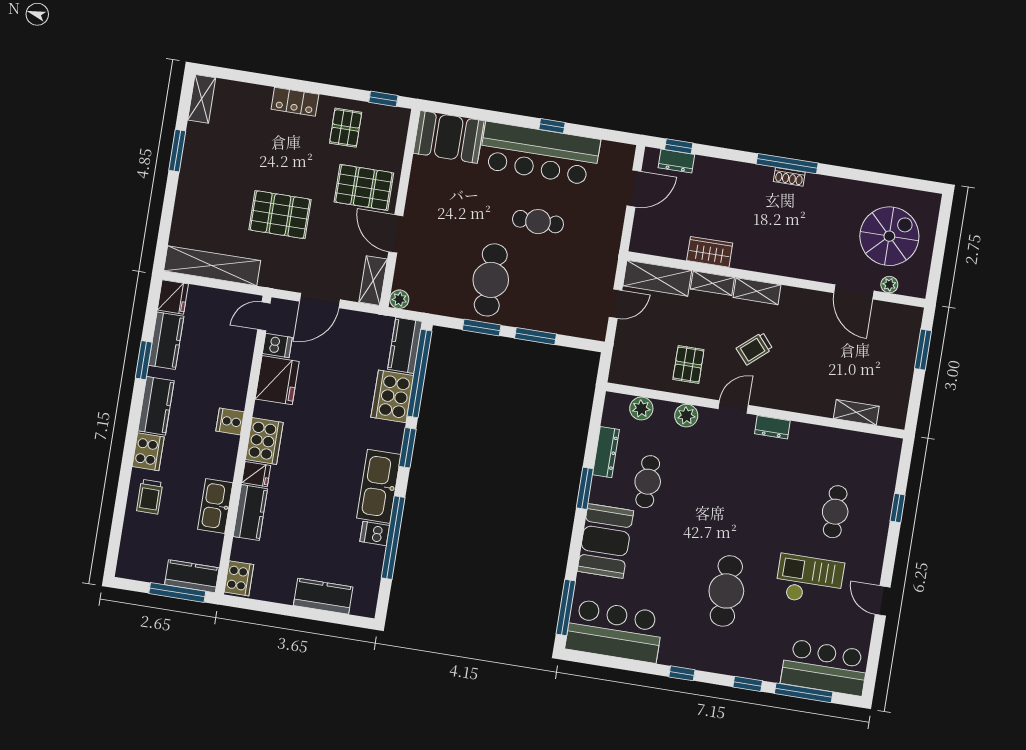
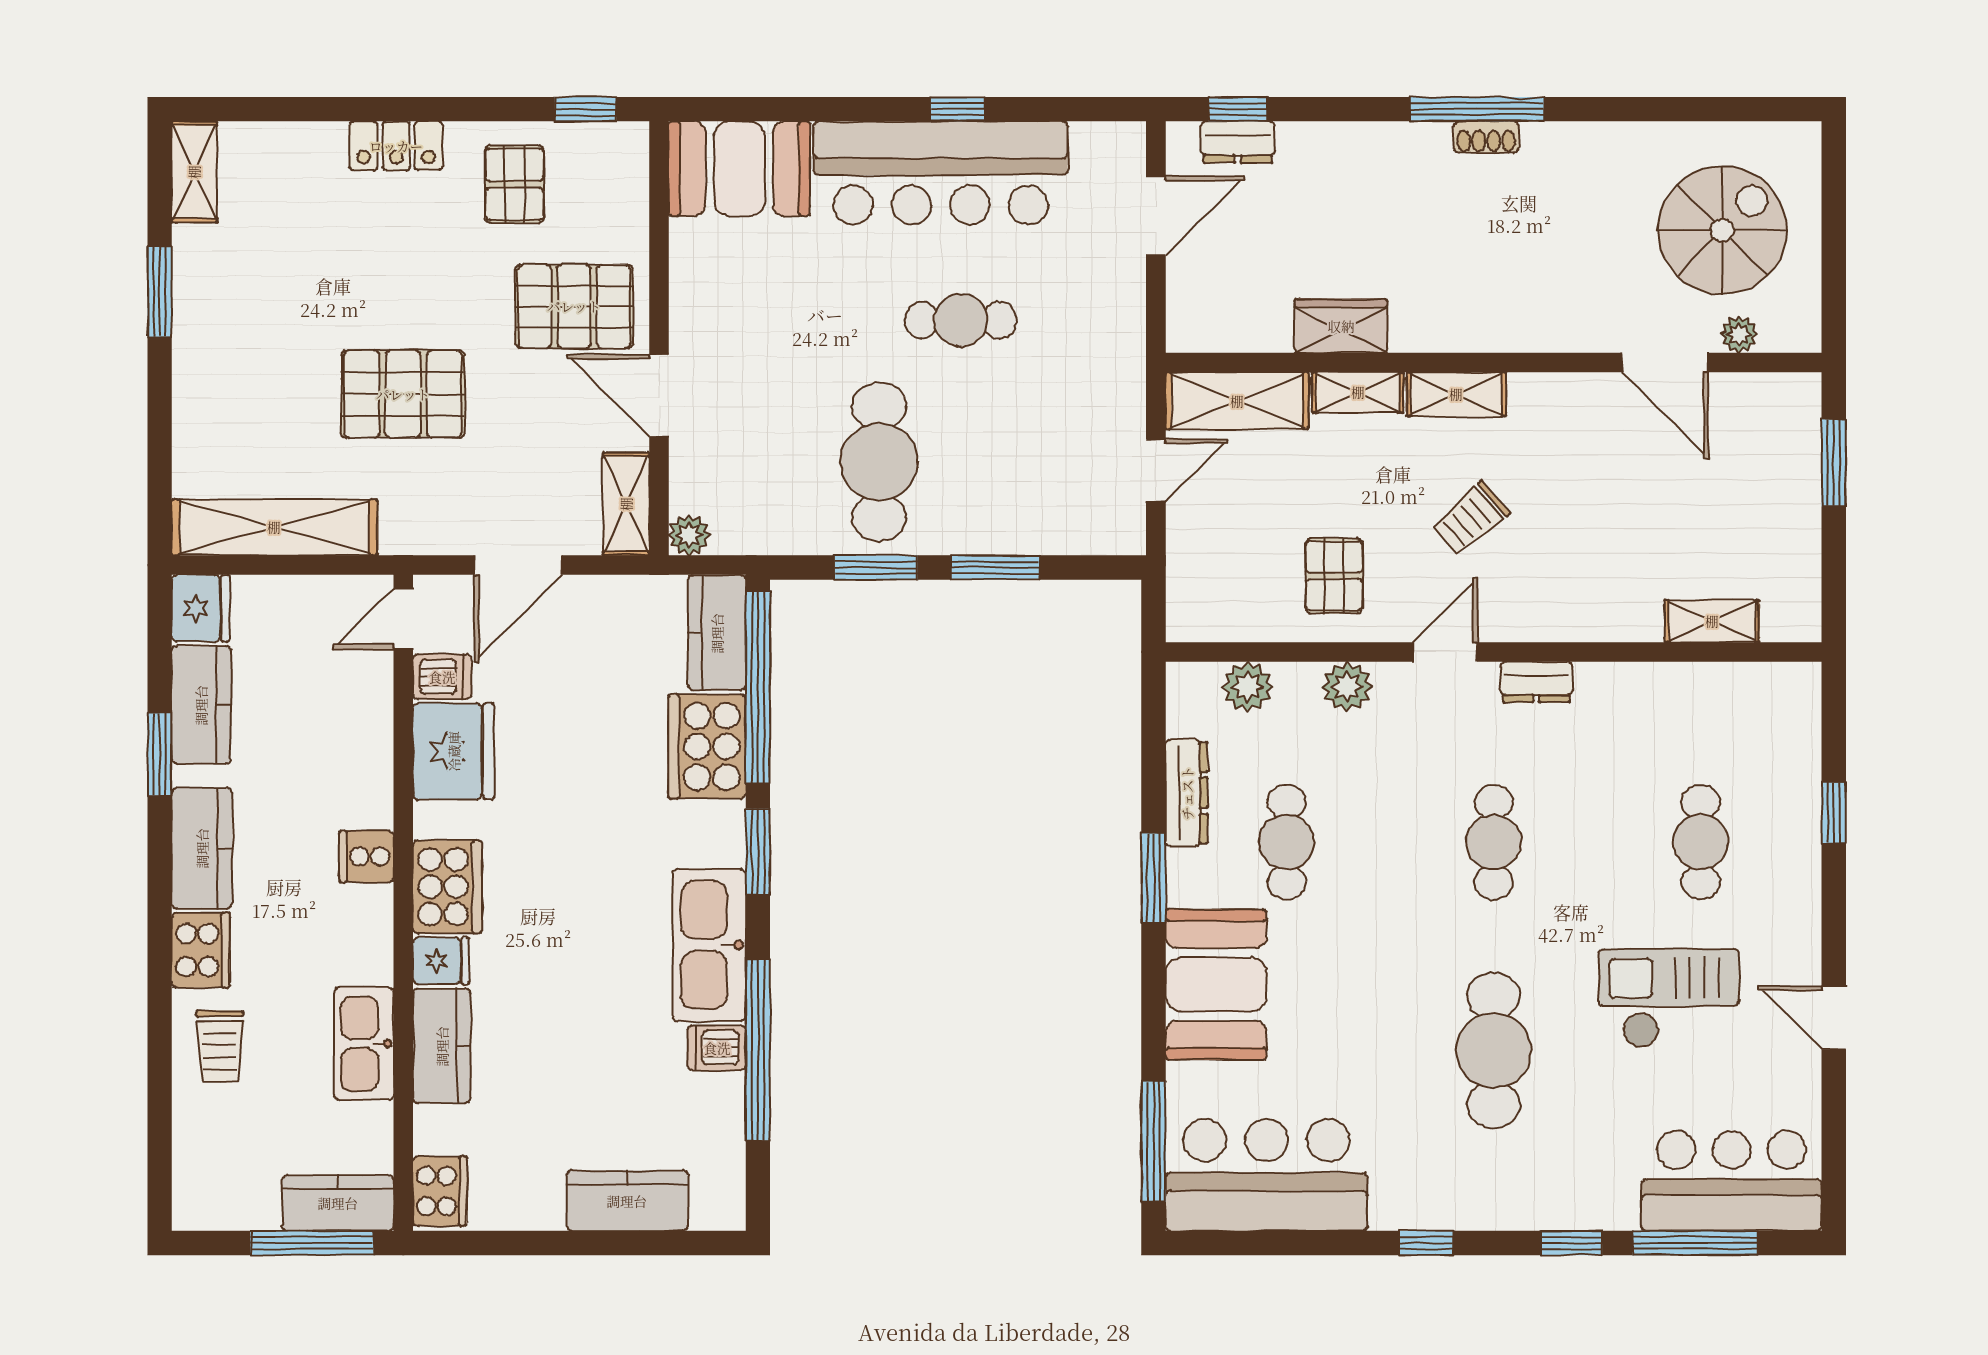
cafe table: (741, 497) -> (1494, 842), added

